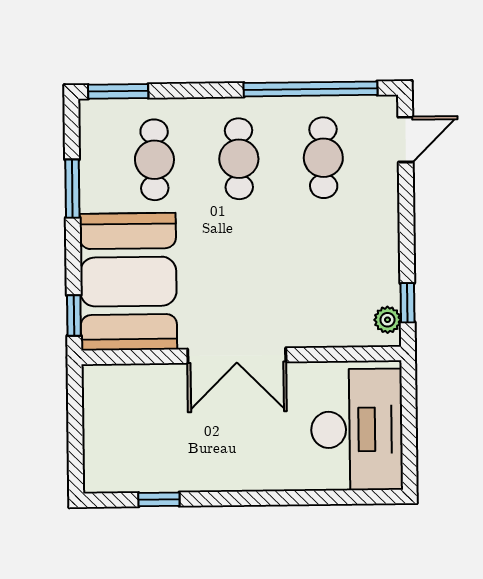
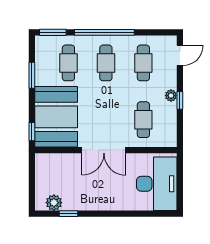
window: (310, 89) -> (104, 32), moved
cafe table: (325, 286) -> (143, 120), added
window: (407, 303) -> (180, 100), moved
plant: (387, 320) -> (171, 96), moved
plant: (126, 475) -> (54, 203), added

